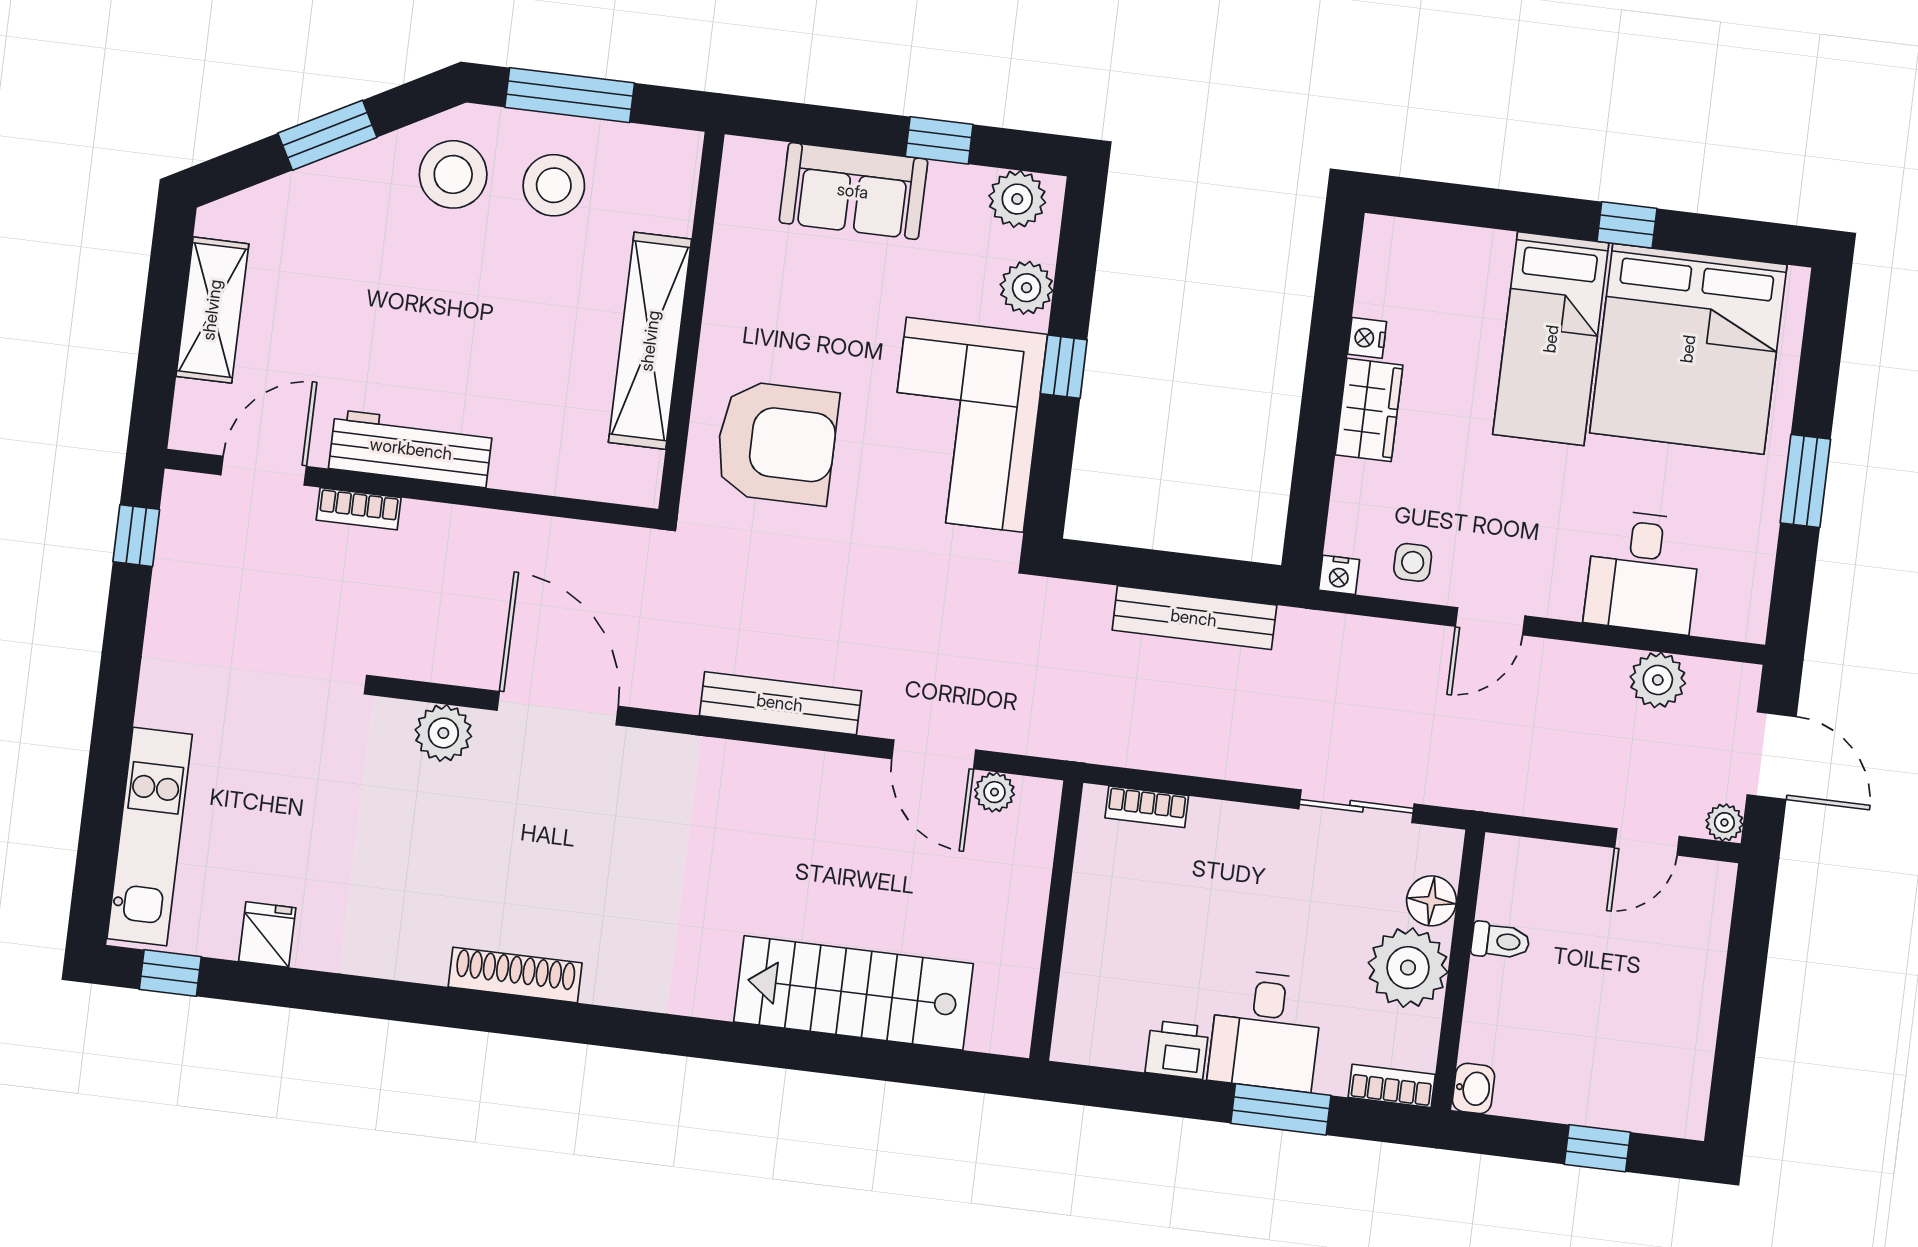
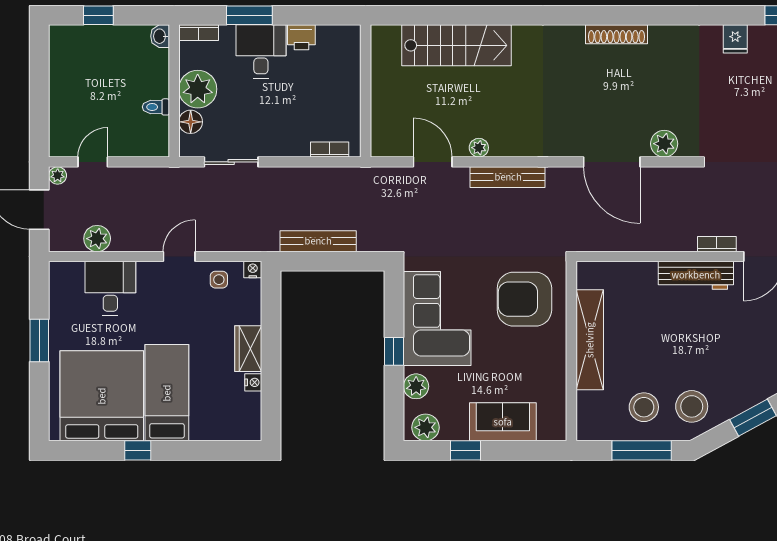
plant: (995, 792) -> (479, 148), moved

